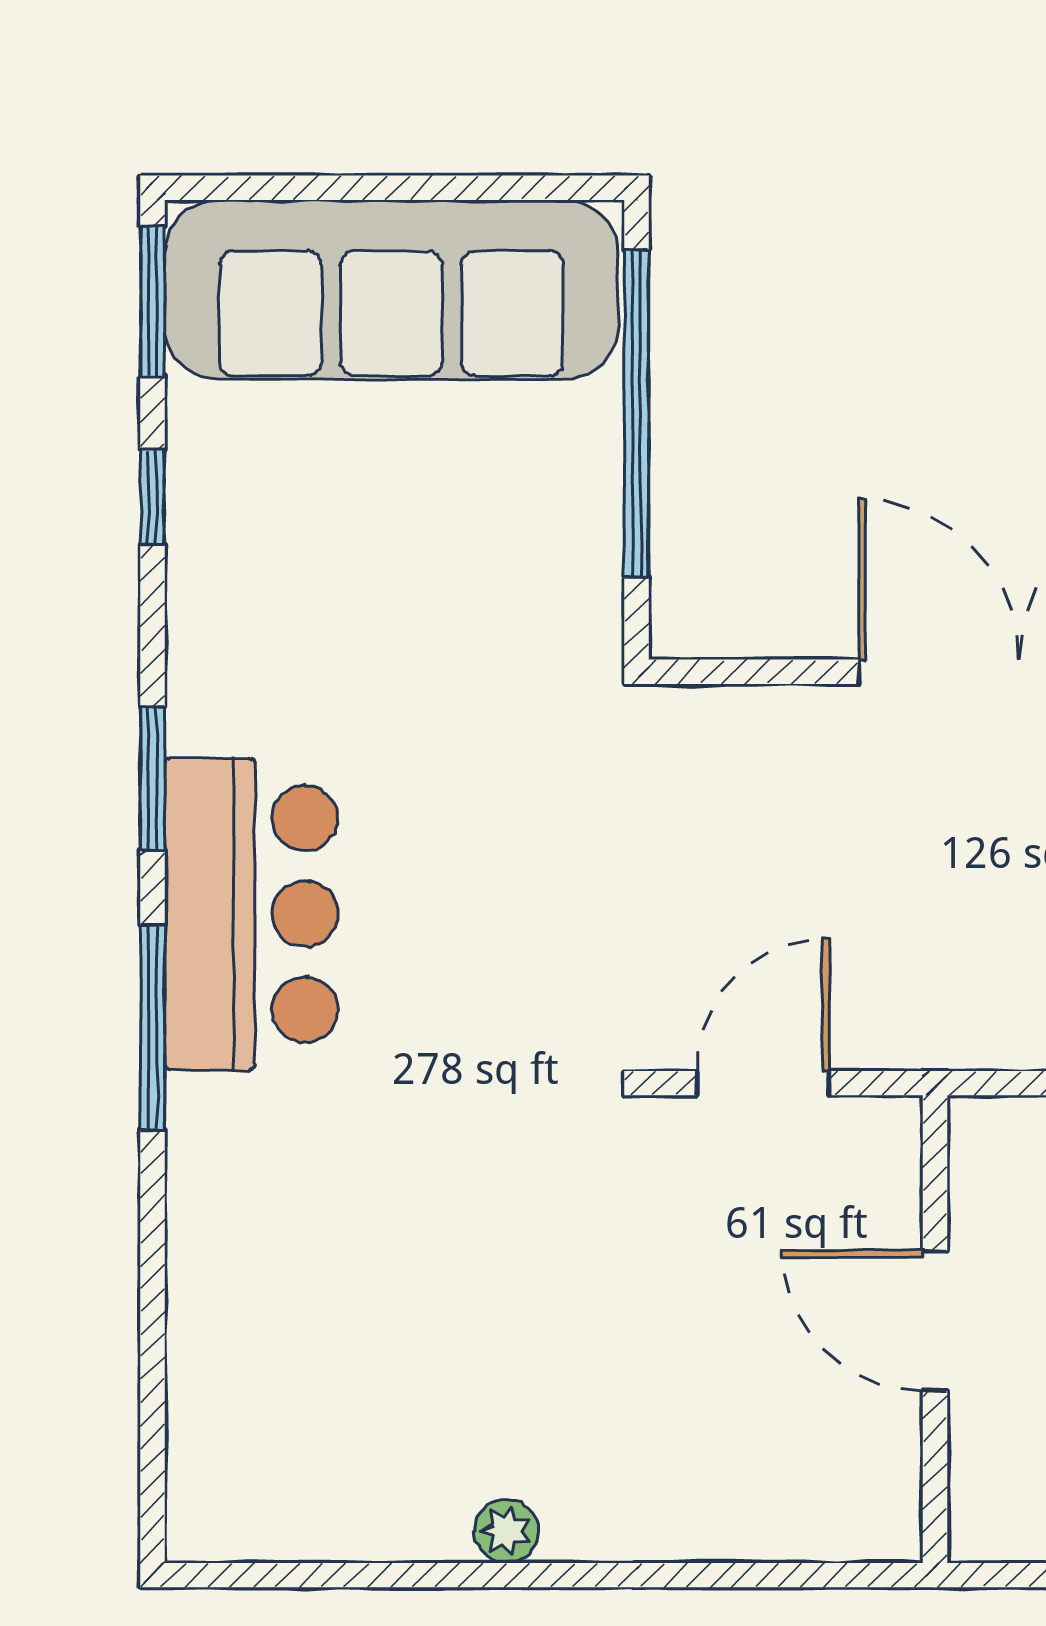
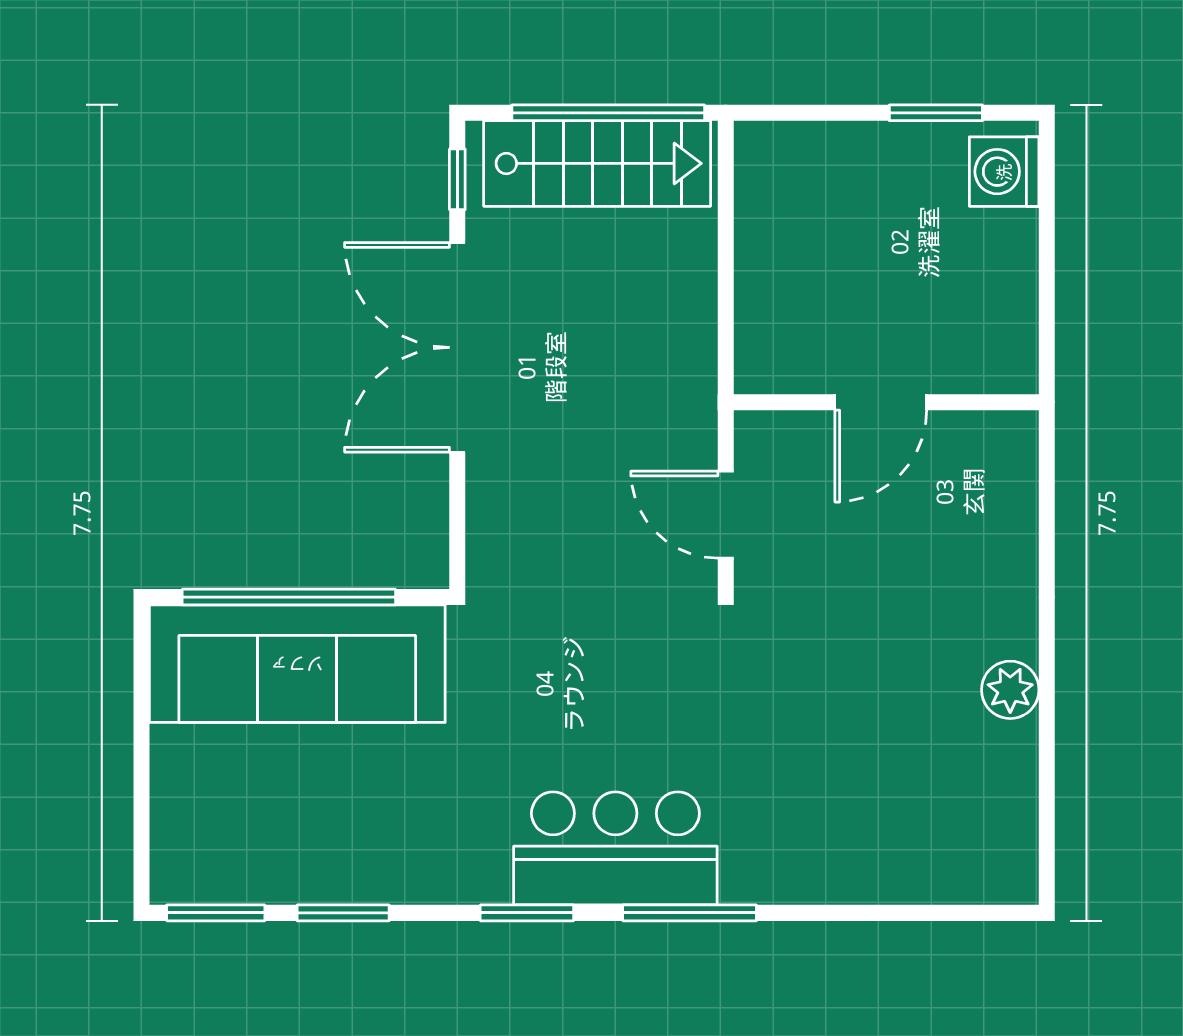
sofa: (391, 290) -> (297, 664), moved, turned 90
window: (153, 497) -> (343, 913), width x1.50
plant: (506, 1531) -> (1010, 690), width x1.38, depth x1.38

